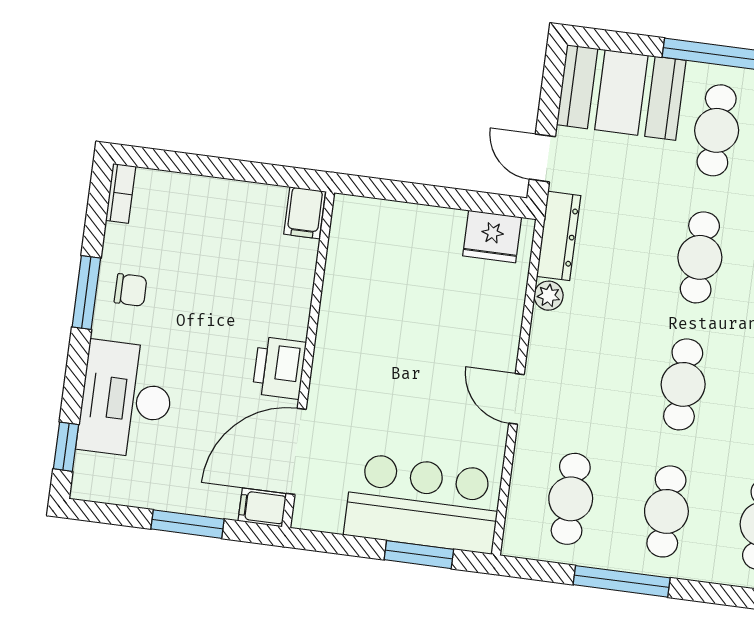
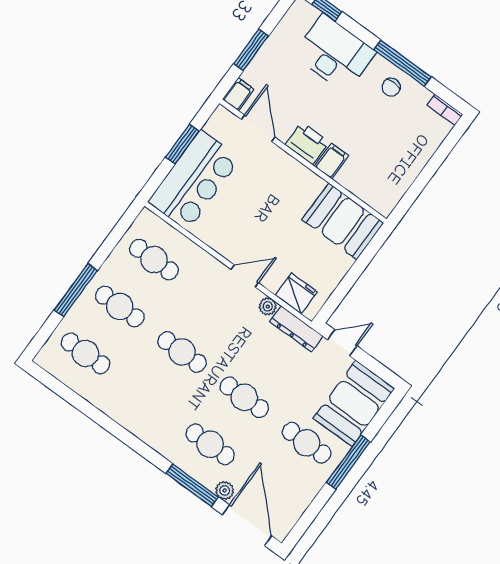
filing cabinet: (305, 213) -> (331, 161), moved, turned 90
fridge: (492, 236) -> (296, 294), moved, turned 90
booth: (364, 254) -> (343, 221), added
window: (86, 292) -> (402, 63), width x1.44
door: (516, 399) -> (245, 276), moved
door: (296, 451) -> (258, 128), width x0.73
window: (419, 555) -> (182, 144), moved
window: (622, 581) -> (76, 290), moved

